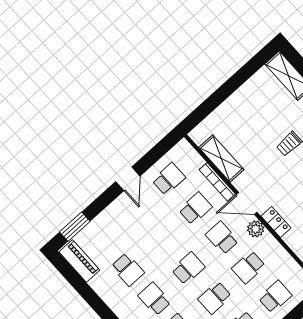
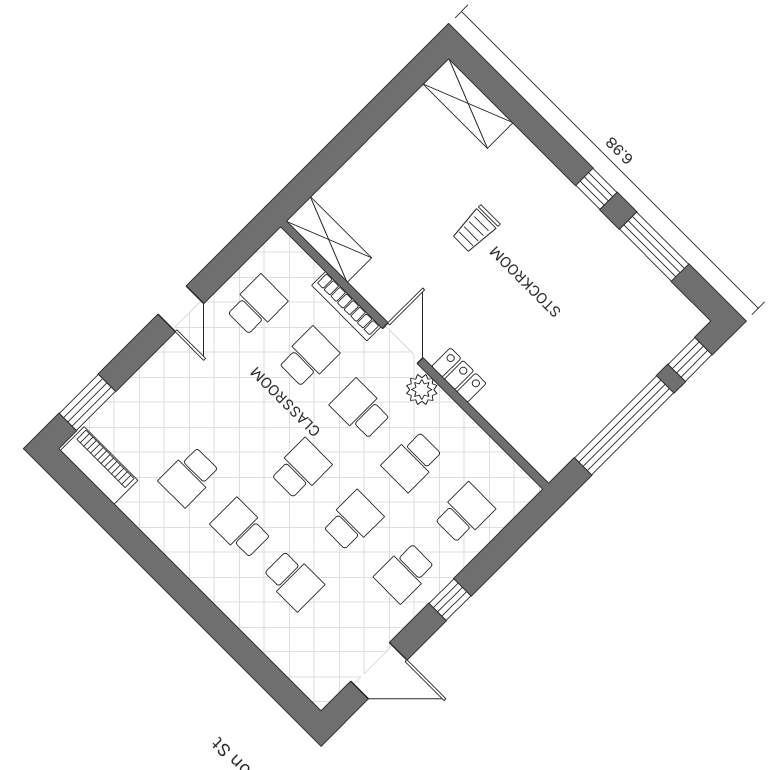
shelving: (221, 158) -> (329, 239), moved
door: (247, 203) -> (403, 343), swing flipped
school desk: (128, 269) -> (189, 477), turned 90
school desk: (215, 298) -> (353, 521), turned 180

